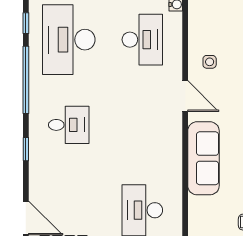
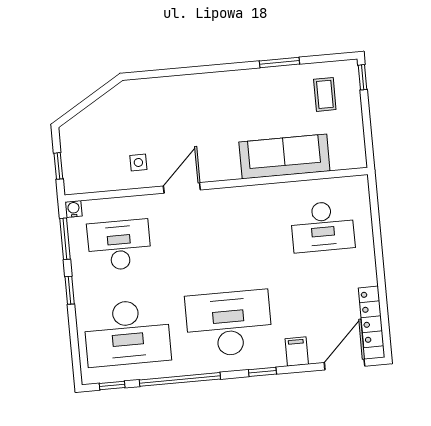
desk: (69, 125) -> (229, 324), width x1.87, depth x1.30
sofa: (203, 158) -> (284, 157), moved
filing cabinet: (40, 179) -> (297, 352), added

